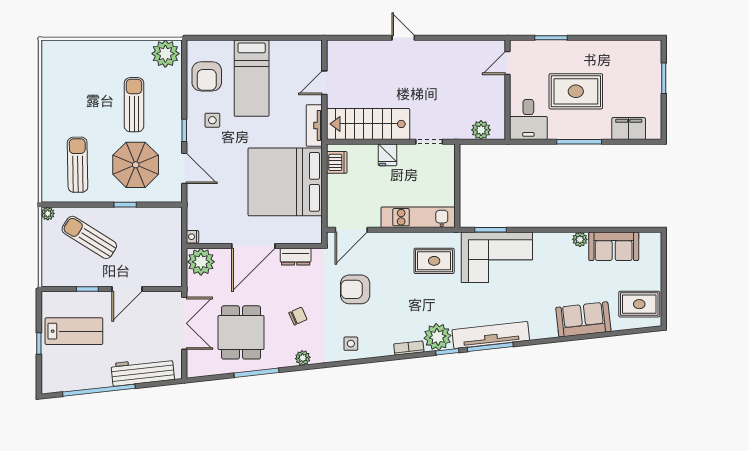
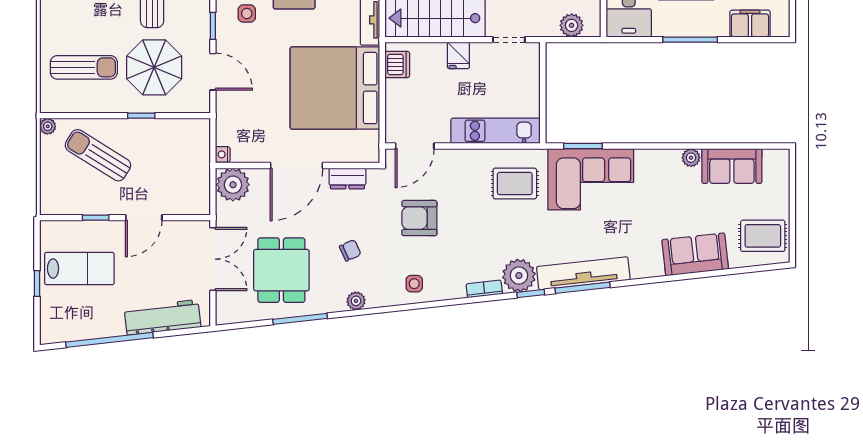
sun lounger: (78, 165) -> (84, 67), turned 91

